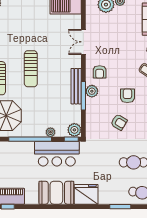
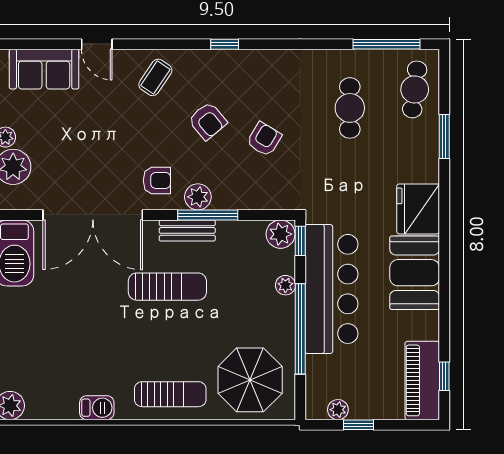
double door: (83, 42) -> (93, 215), width x1.87
sun lounger: (31, 69) -> (167, 287), moved
bench: (76, 86) -> (187, 230), width x0.73
armchair: (127, 96) -> (208, 121), turned -130
bar counter: (57, 154) -> (331, 289), width x1.36

